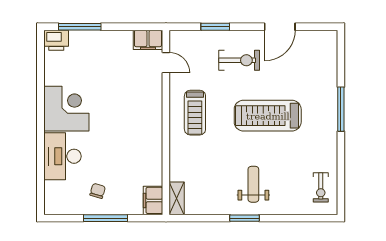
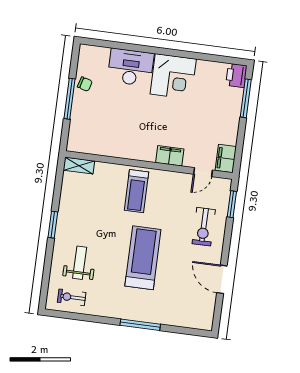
window: (215, 27) -> (232, 204), moved
exercise bike: (239, 60) -> (204, 227), moved
treadmill: (195, 113) -> (136, 191), moved, turned -90
weight bench: (253, 184) -> (80, 263), moved, turned -90
chair: (98, 191) -> (85, 84), moved
filing cabinet: (153, 200) -> (170, 156), moved

